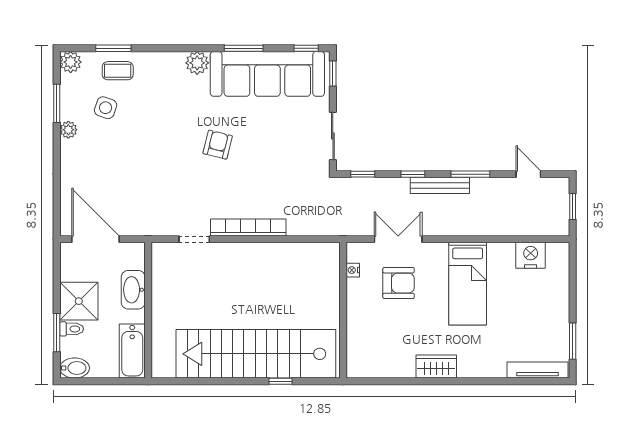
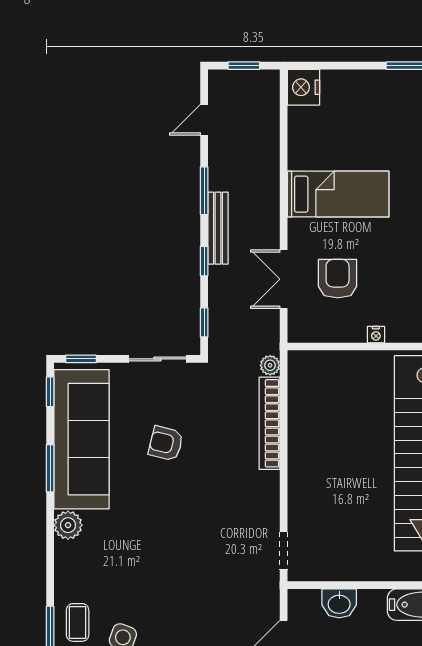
armchair: (218, 145) -> (166, 443), moved
bookcase: (248, 228) -> (270, 423), moved
plant: (328, 228) -> (270, 365), added
doorway: (194, 239) -> (284, 551), moved
nightstand: (531, 255) -> (304, 87), moved
nightstand: (353, 270) -> (376, 335), moved
washbasin: (133, 290) -> (339, 603), width x0.72

